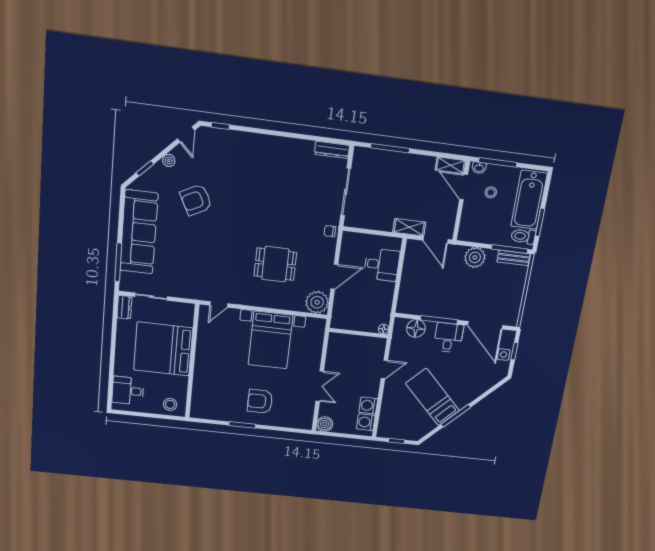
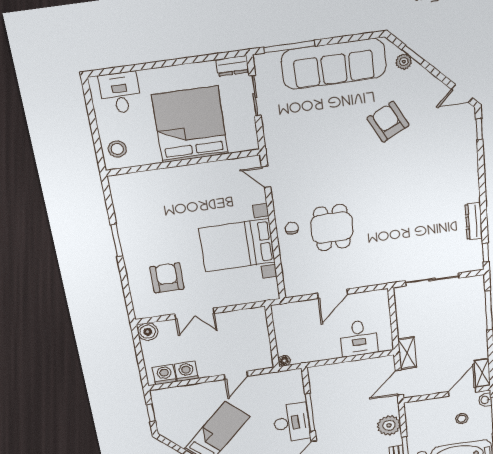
window: (334, 141) -> (486, 252), added
dresser: (332, 150) -> (474, 221), moved
plant: (169, 160) -> (404, 62), moved
chair: (330, 231) -> (292, 228), moved
door: (334, 277) -> (333, 294), hinge flipped
plant: (317, 302) -> (298, 284), removed
floor lamp: (416, 328) -> (294, 393), removed
desk: (448, 337) -> (292, 423), width x1.37
door: (384, 369) -> (236, 375), hinge flipped
armchair: (260, 401) -> (167, 278), moved

